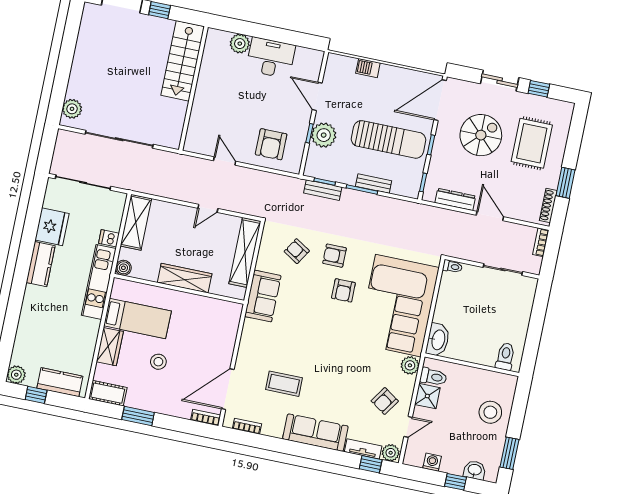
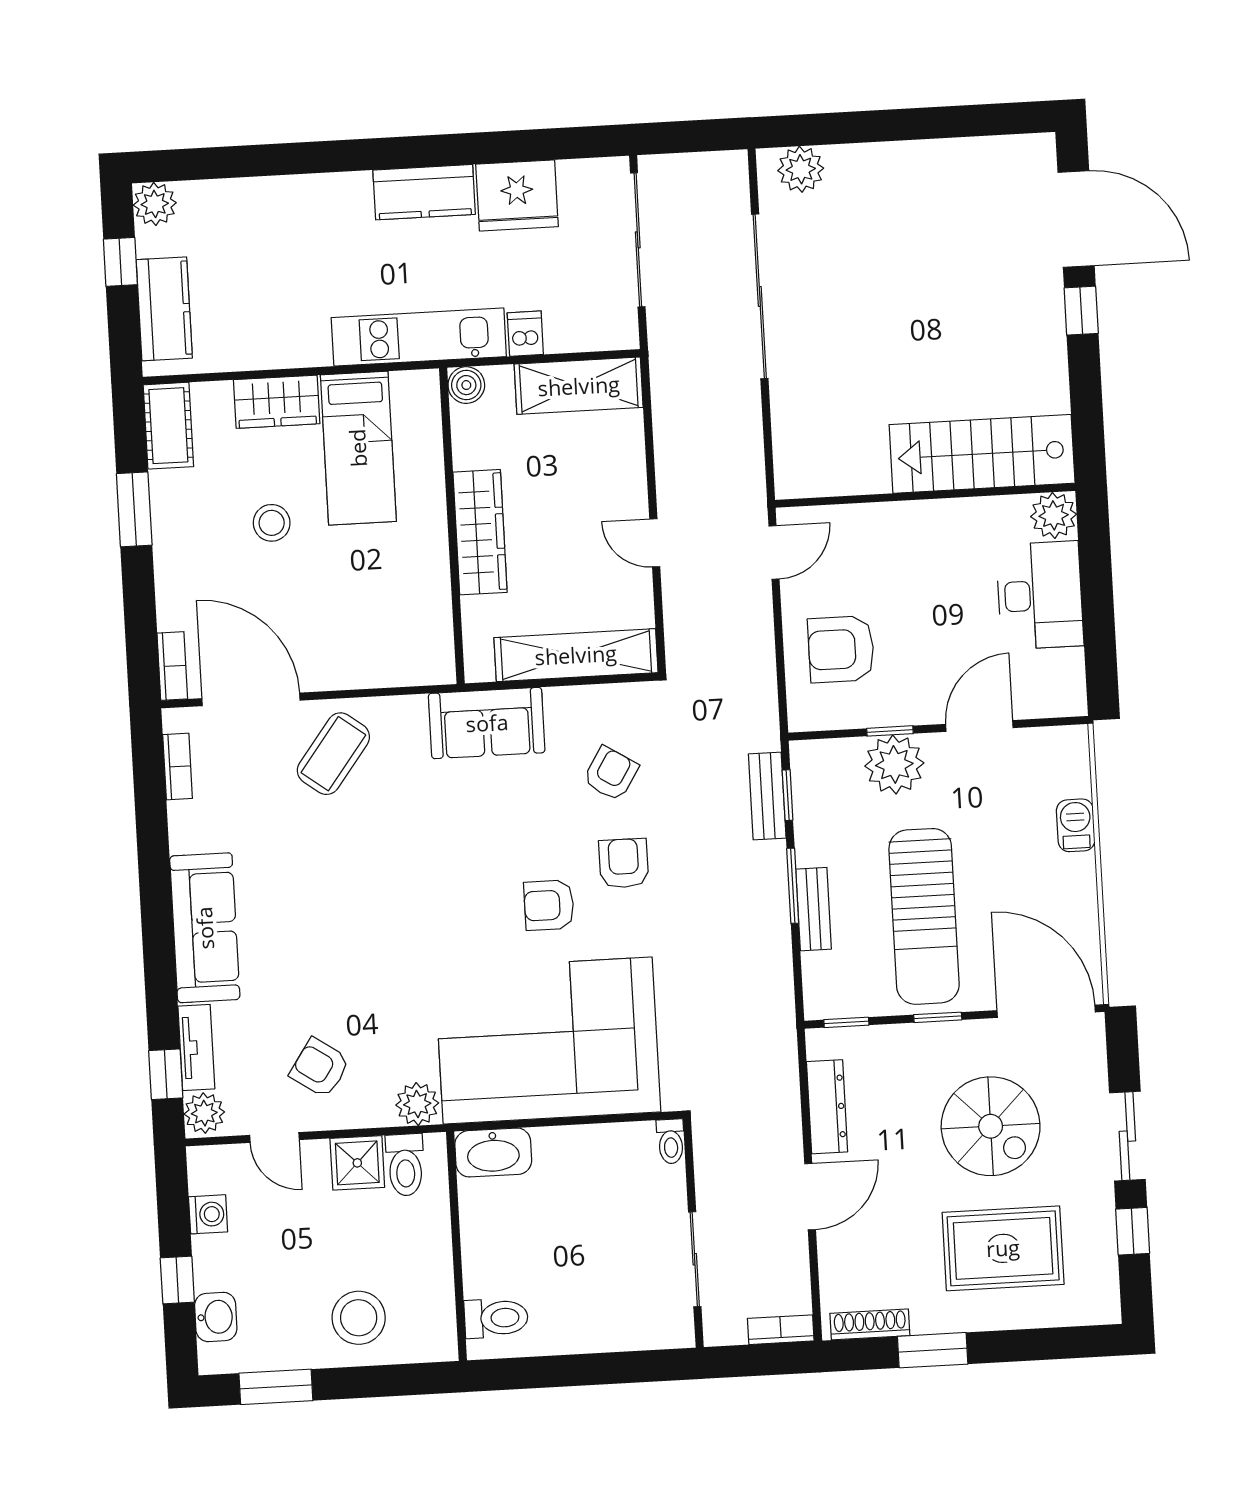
stairs: (183, 61) -> (982, 454), moved
wall: (193, 88) -> (925, 495), moved
coffee table: (284, 384) -> (333, 754), moved, turned 37

